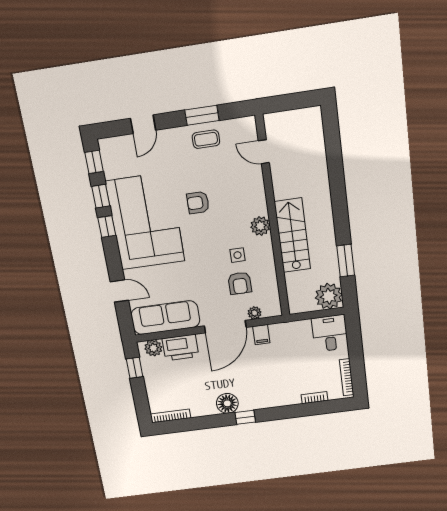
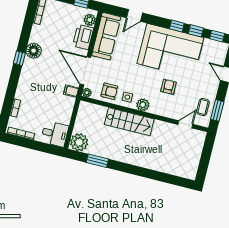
door: (264, 152) -> (185, 124), moved
wall: (273, 218) -> (144, 114), moved
plant: (260, 226) -> (143, 105), moved
stairs: (293, 235) -> (129, 122), moved
armchair: (240, 283) -> (109, 91), turned 180

